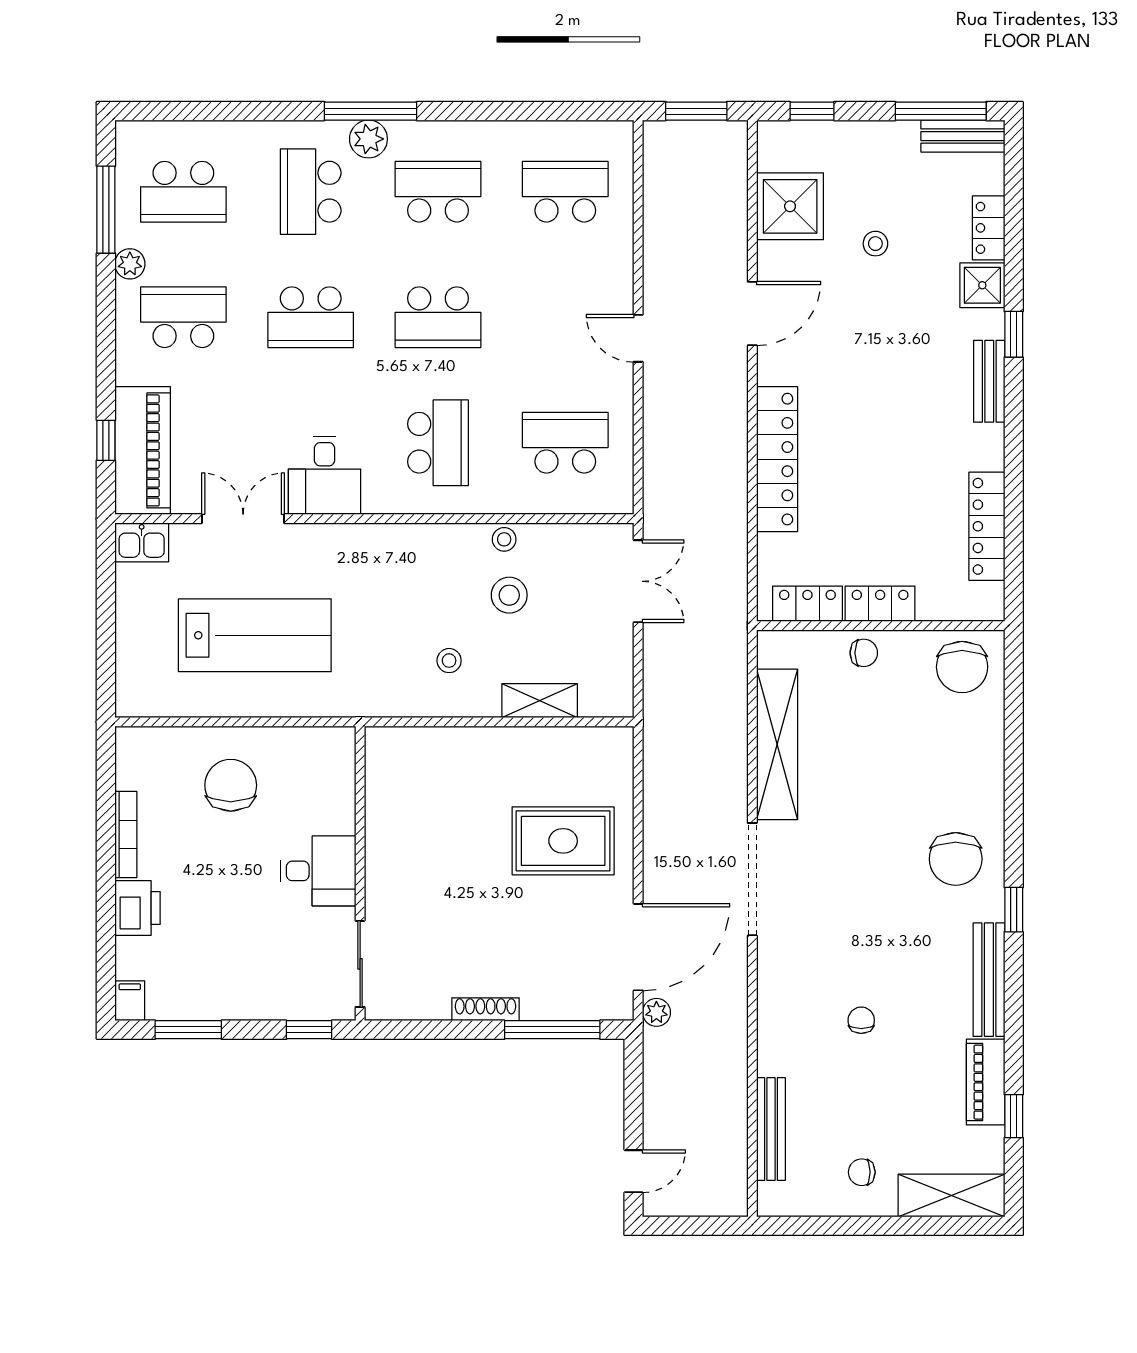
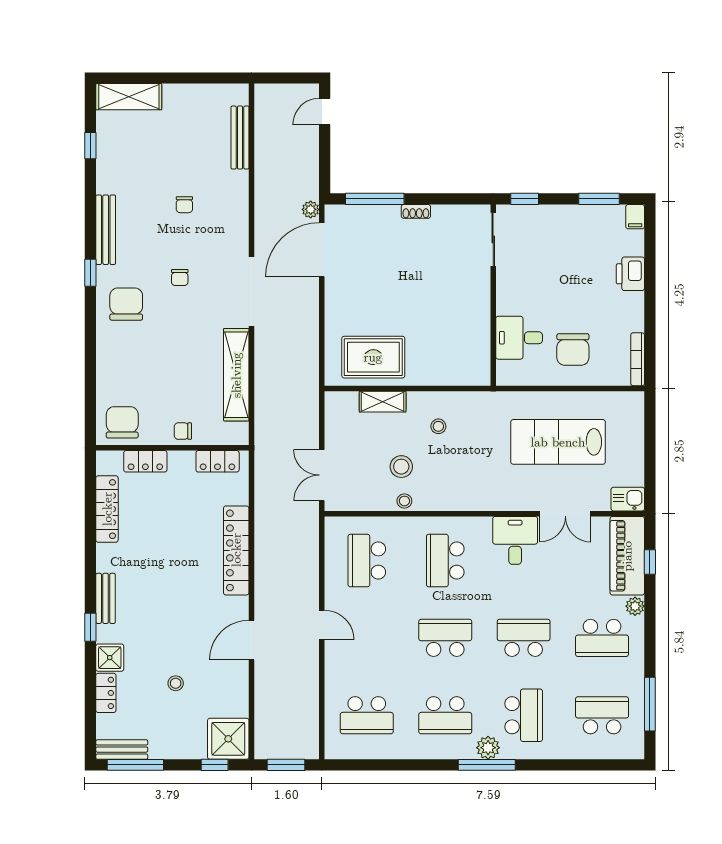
shower: (790, 206) -> (228, 739), moved
plant: (130, 264) -> (635, 606), moved
school desk: (565, 443) -> (367, 561), turned 90
locker: (880, 604) -> (145, 461), moved
bookcase: (126, 835) -> (638, 359), moved
rug: (563, 841) -> (373, 357), moved
desk: (318, 871) -> (519, 338), moved
shoe rack: (485, 1009) -> (416, 211), width x0.70
piano: (986, 1082) -> (108, 167), removed
chair: (862, 1172) -> (180, 278), moved, turned 90

